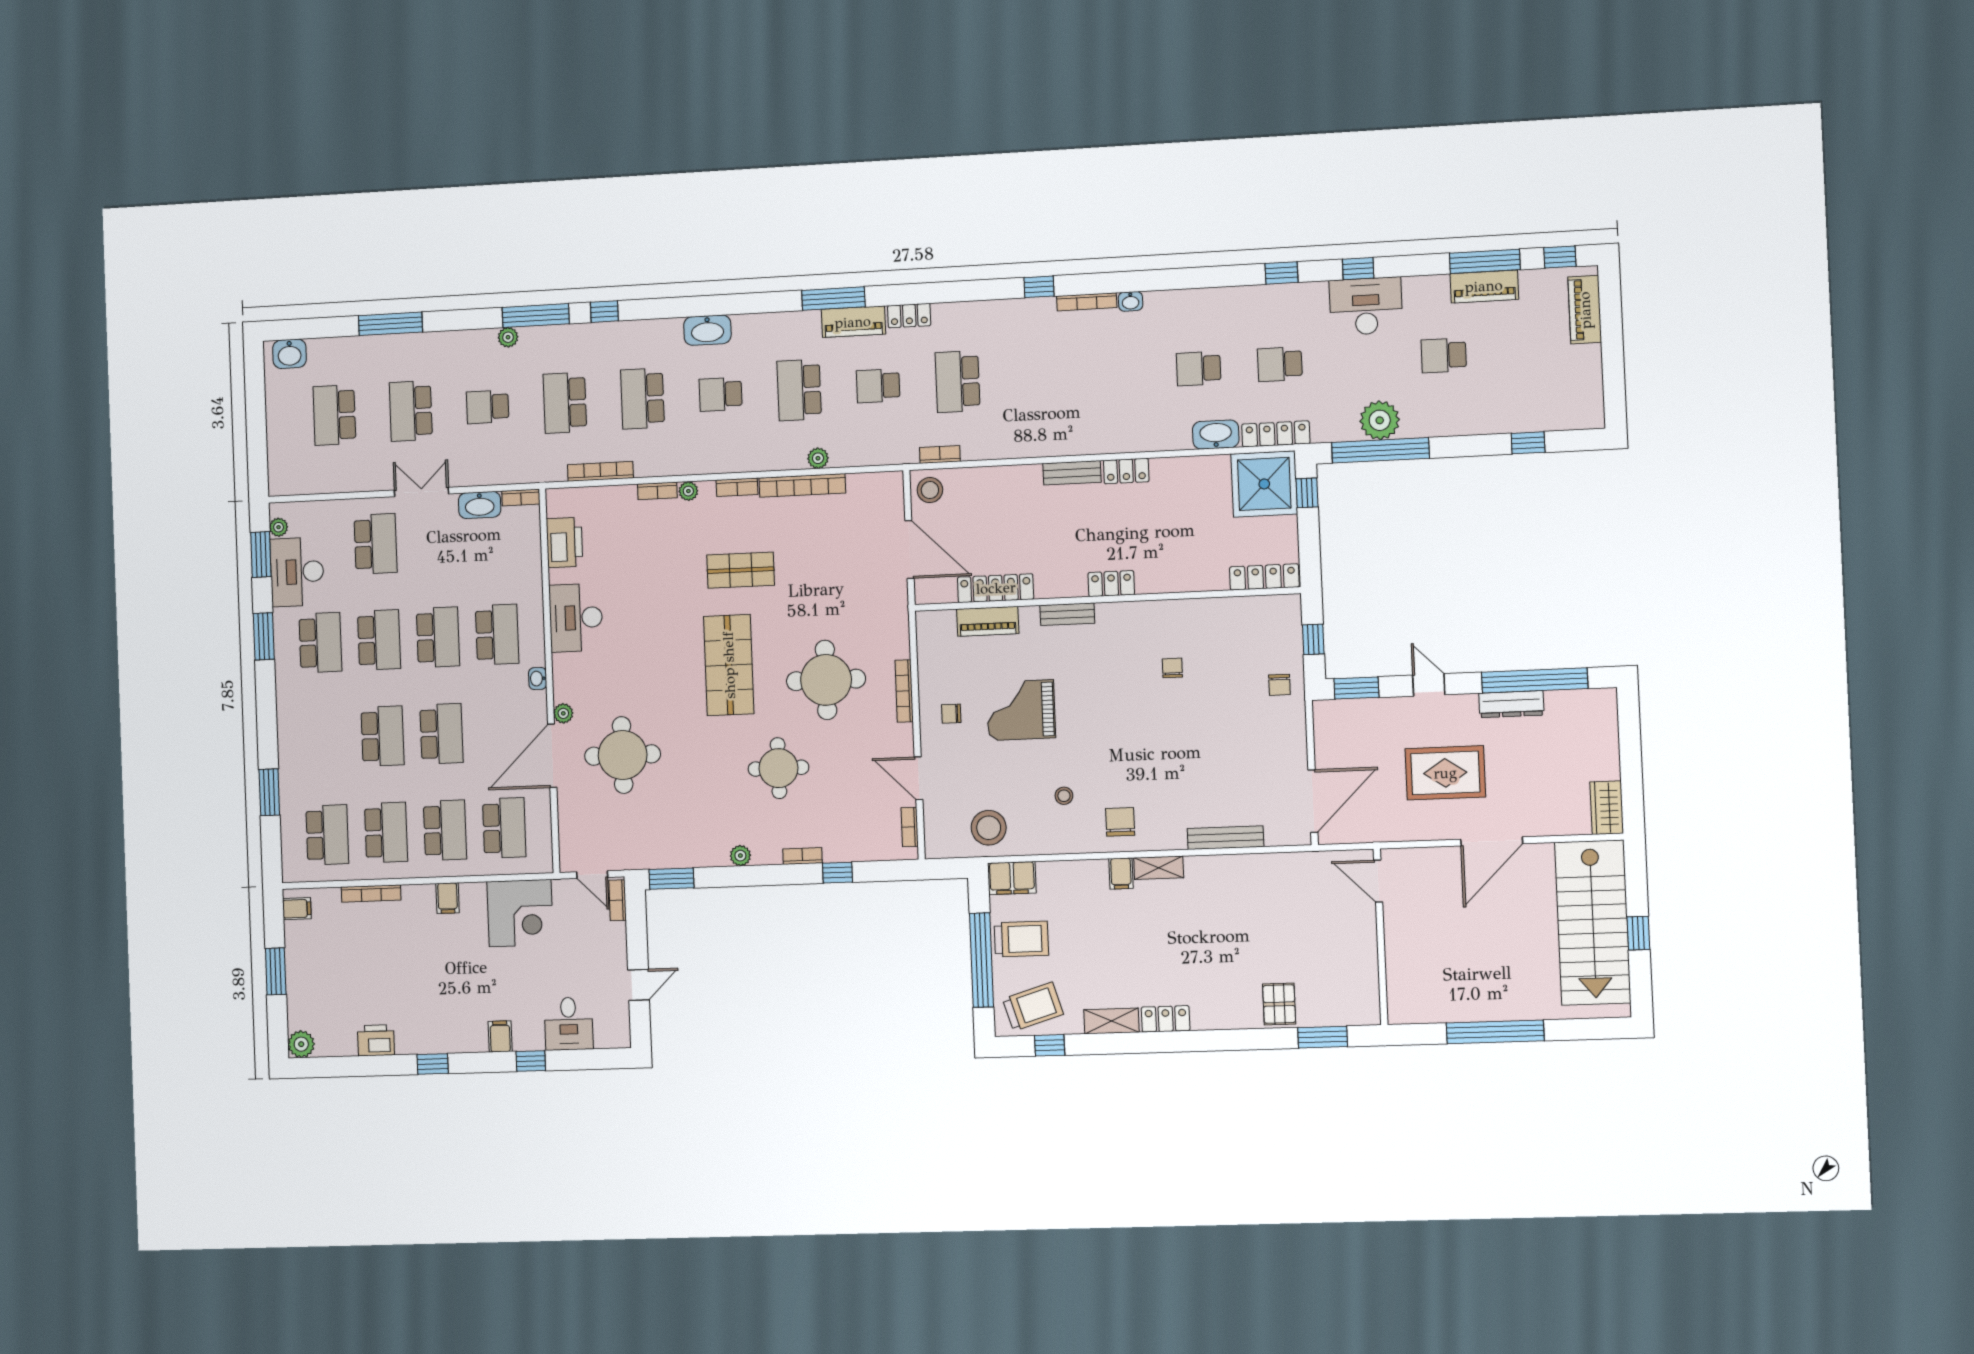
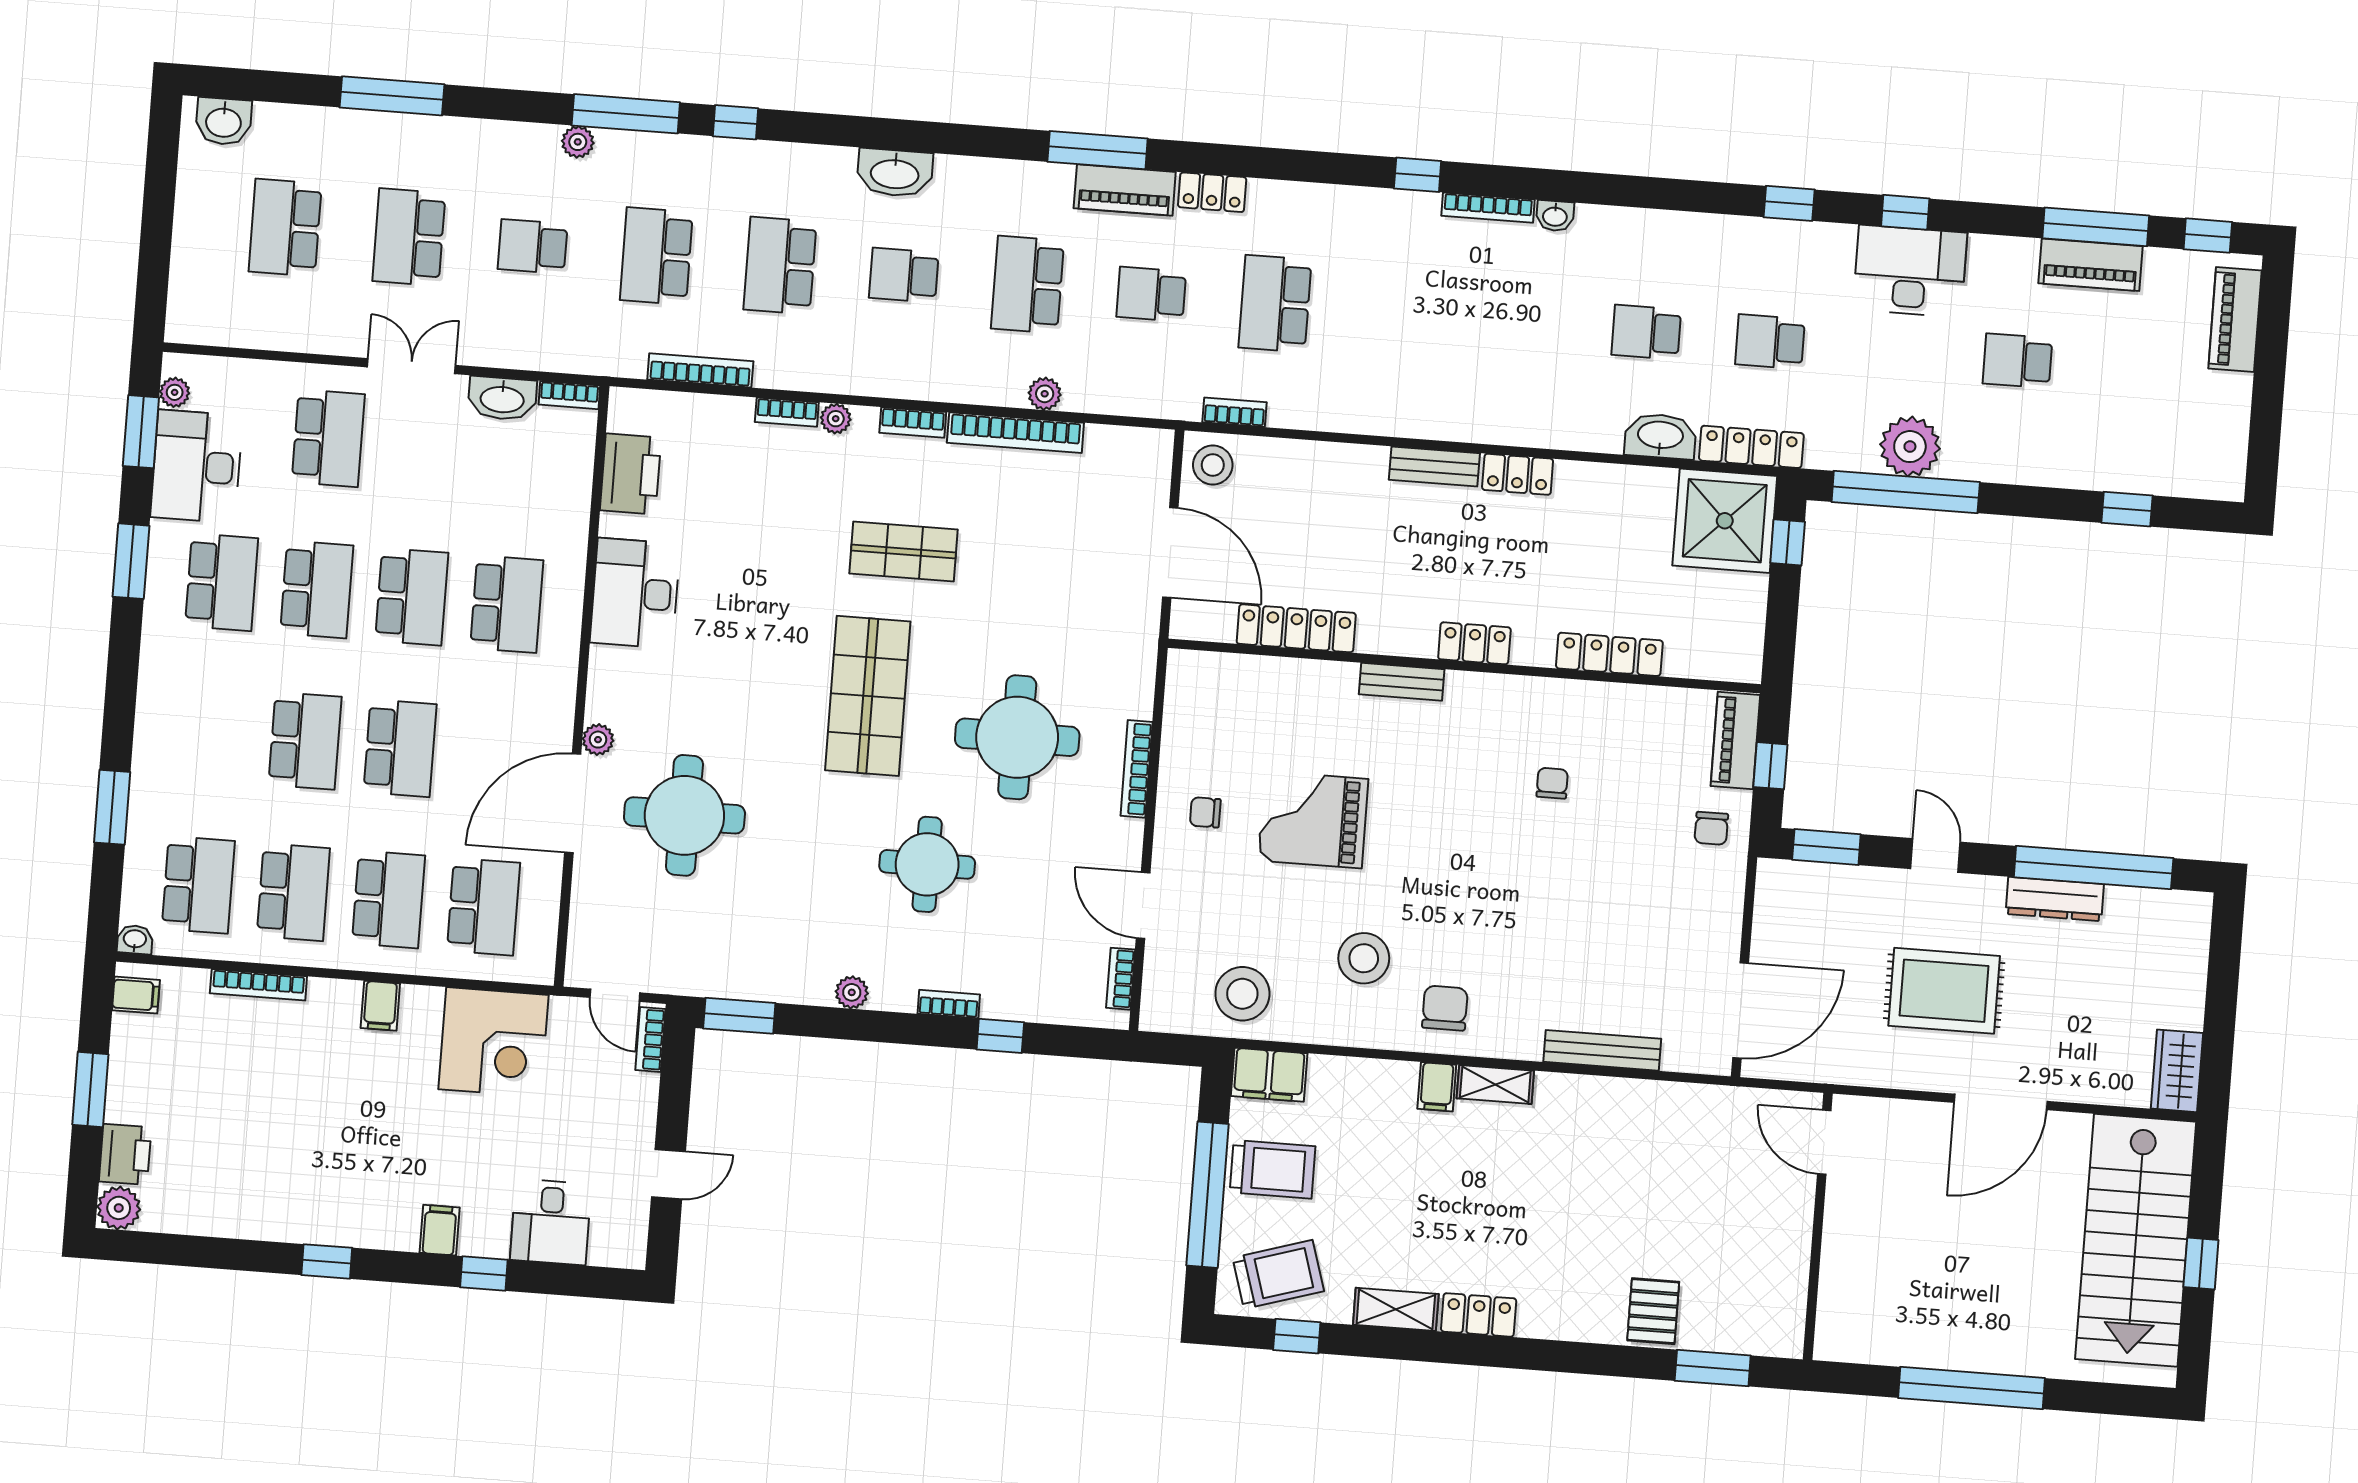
locker: (1264, 577) -> (1609, 654), moved
piano: (988, 621) -> (1735, 741), moved, turned 90
washbasin: (538, 678) -> (135, 940), moved, turned 90
stool: (1064, 796) -> (1364, 958), width x1.89, depth x1.89
printer: (376, 1040) -> (125, 1154), moved, turned 90

